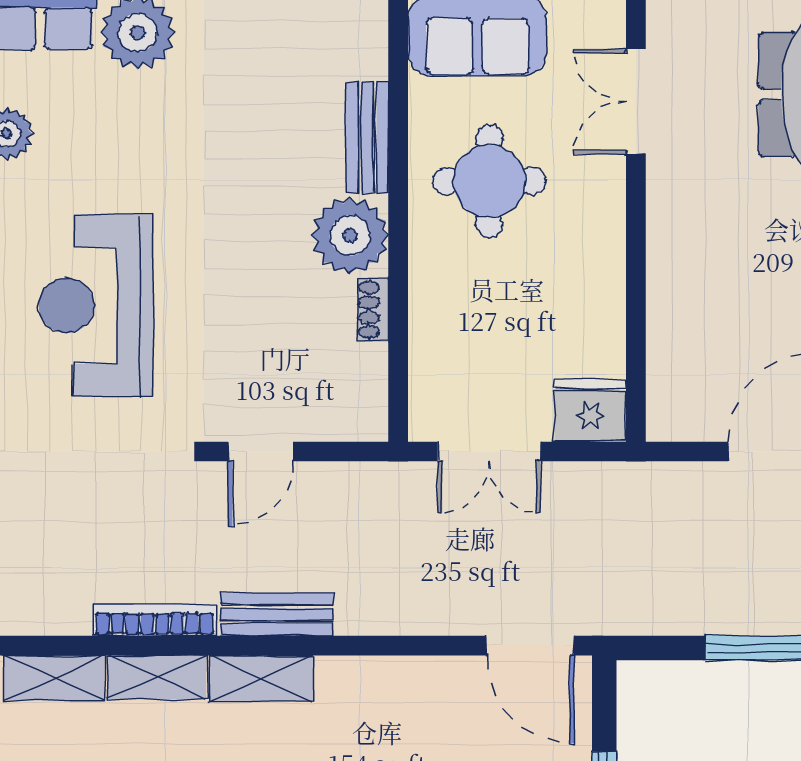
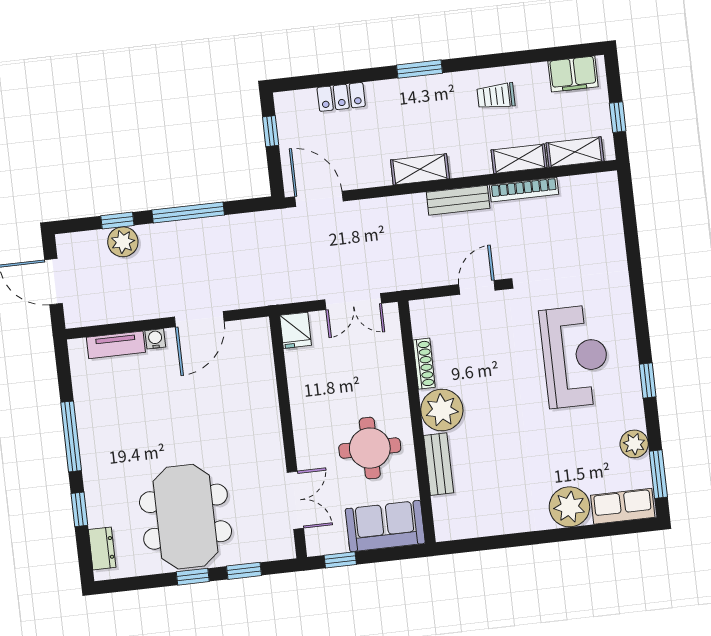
shoe rack: (373, 310) -> (424, 364), width x1.43
fridge: (590, 411) -> (295, 330), width x0.72
double door: (489, 452) -> (353, 302), swing flipped
shelving: (262, 678) -> (420, 169), moved

